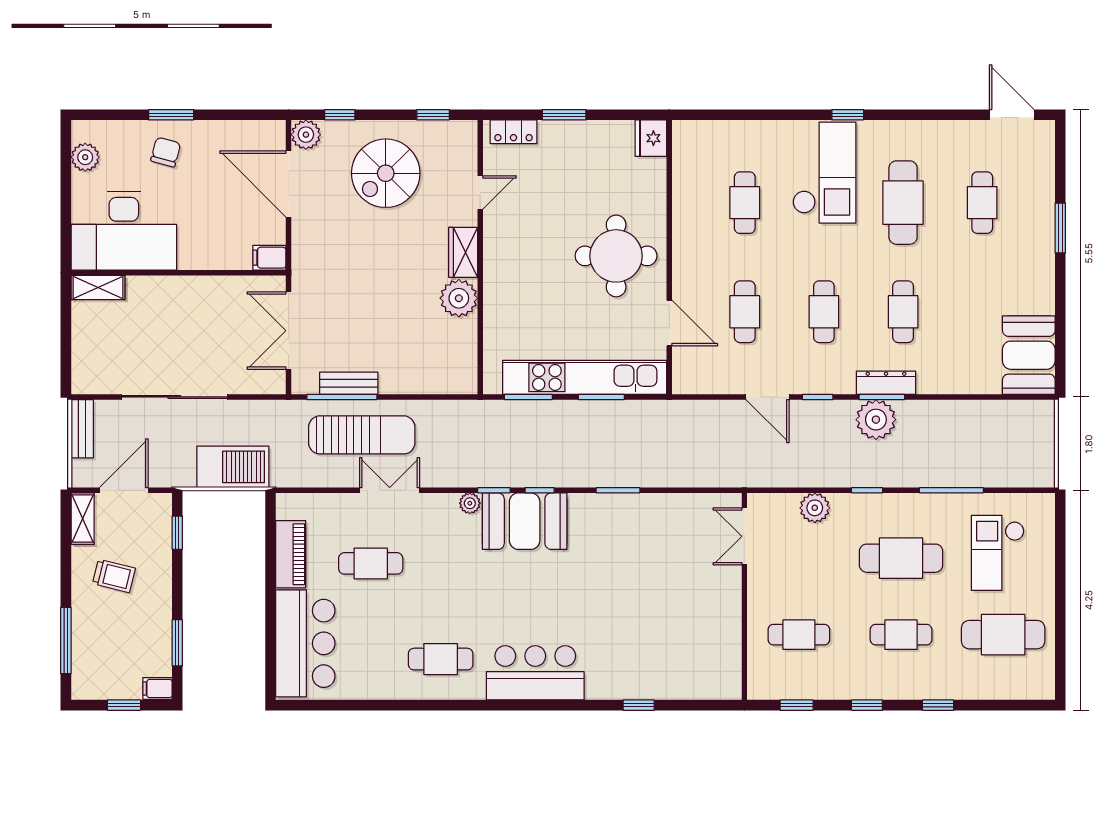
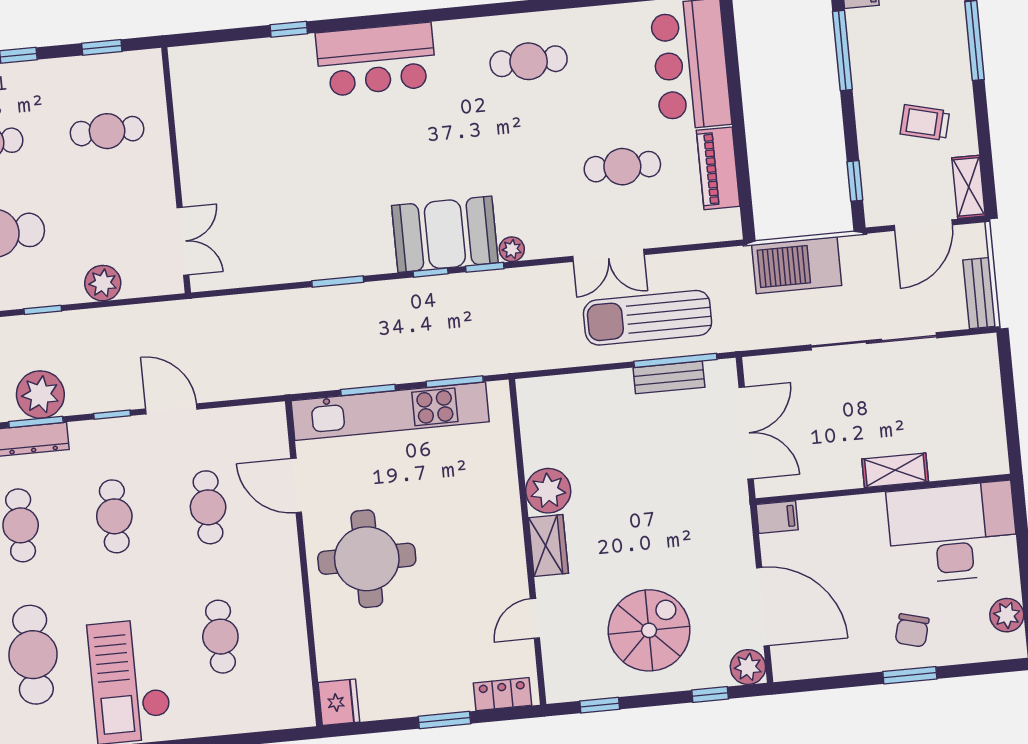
shelving: (98, 287) -> (895, 470), moved
window: (177, 643) -> (842, 51), width x1.44
bar counter: (535, 673) -> (376, 60), moved

